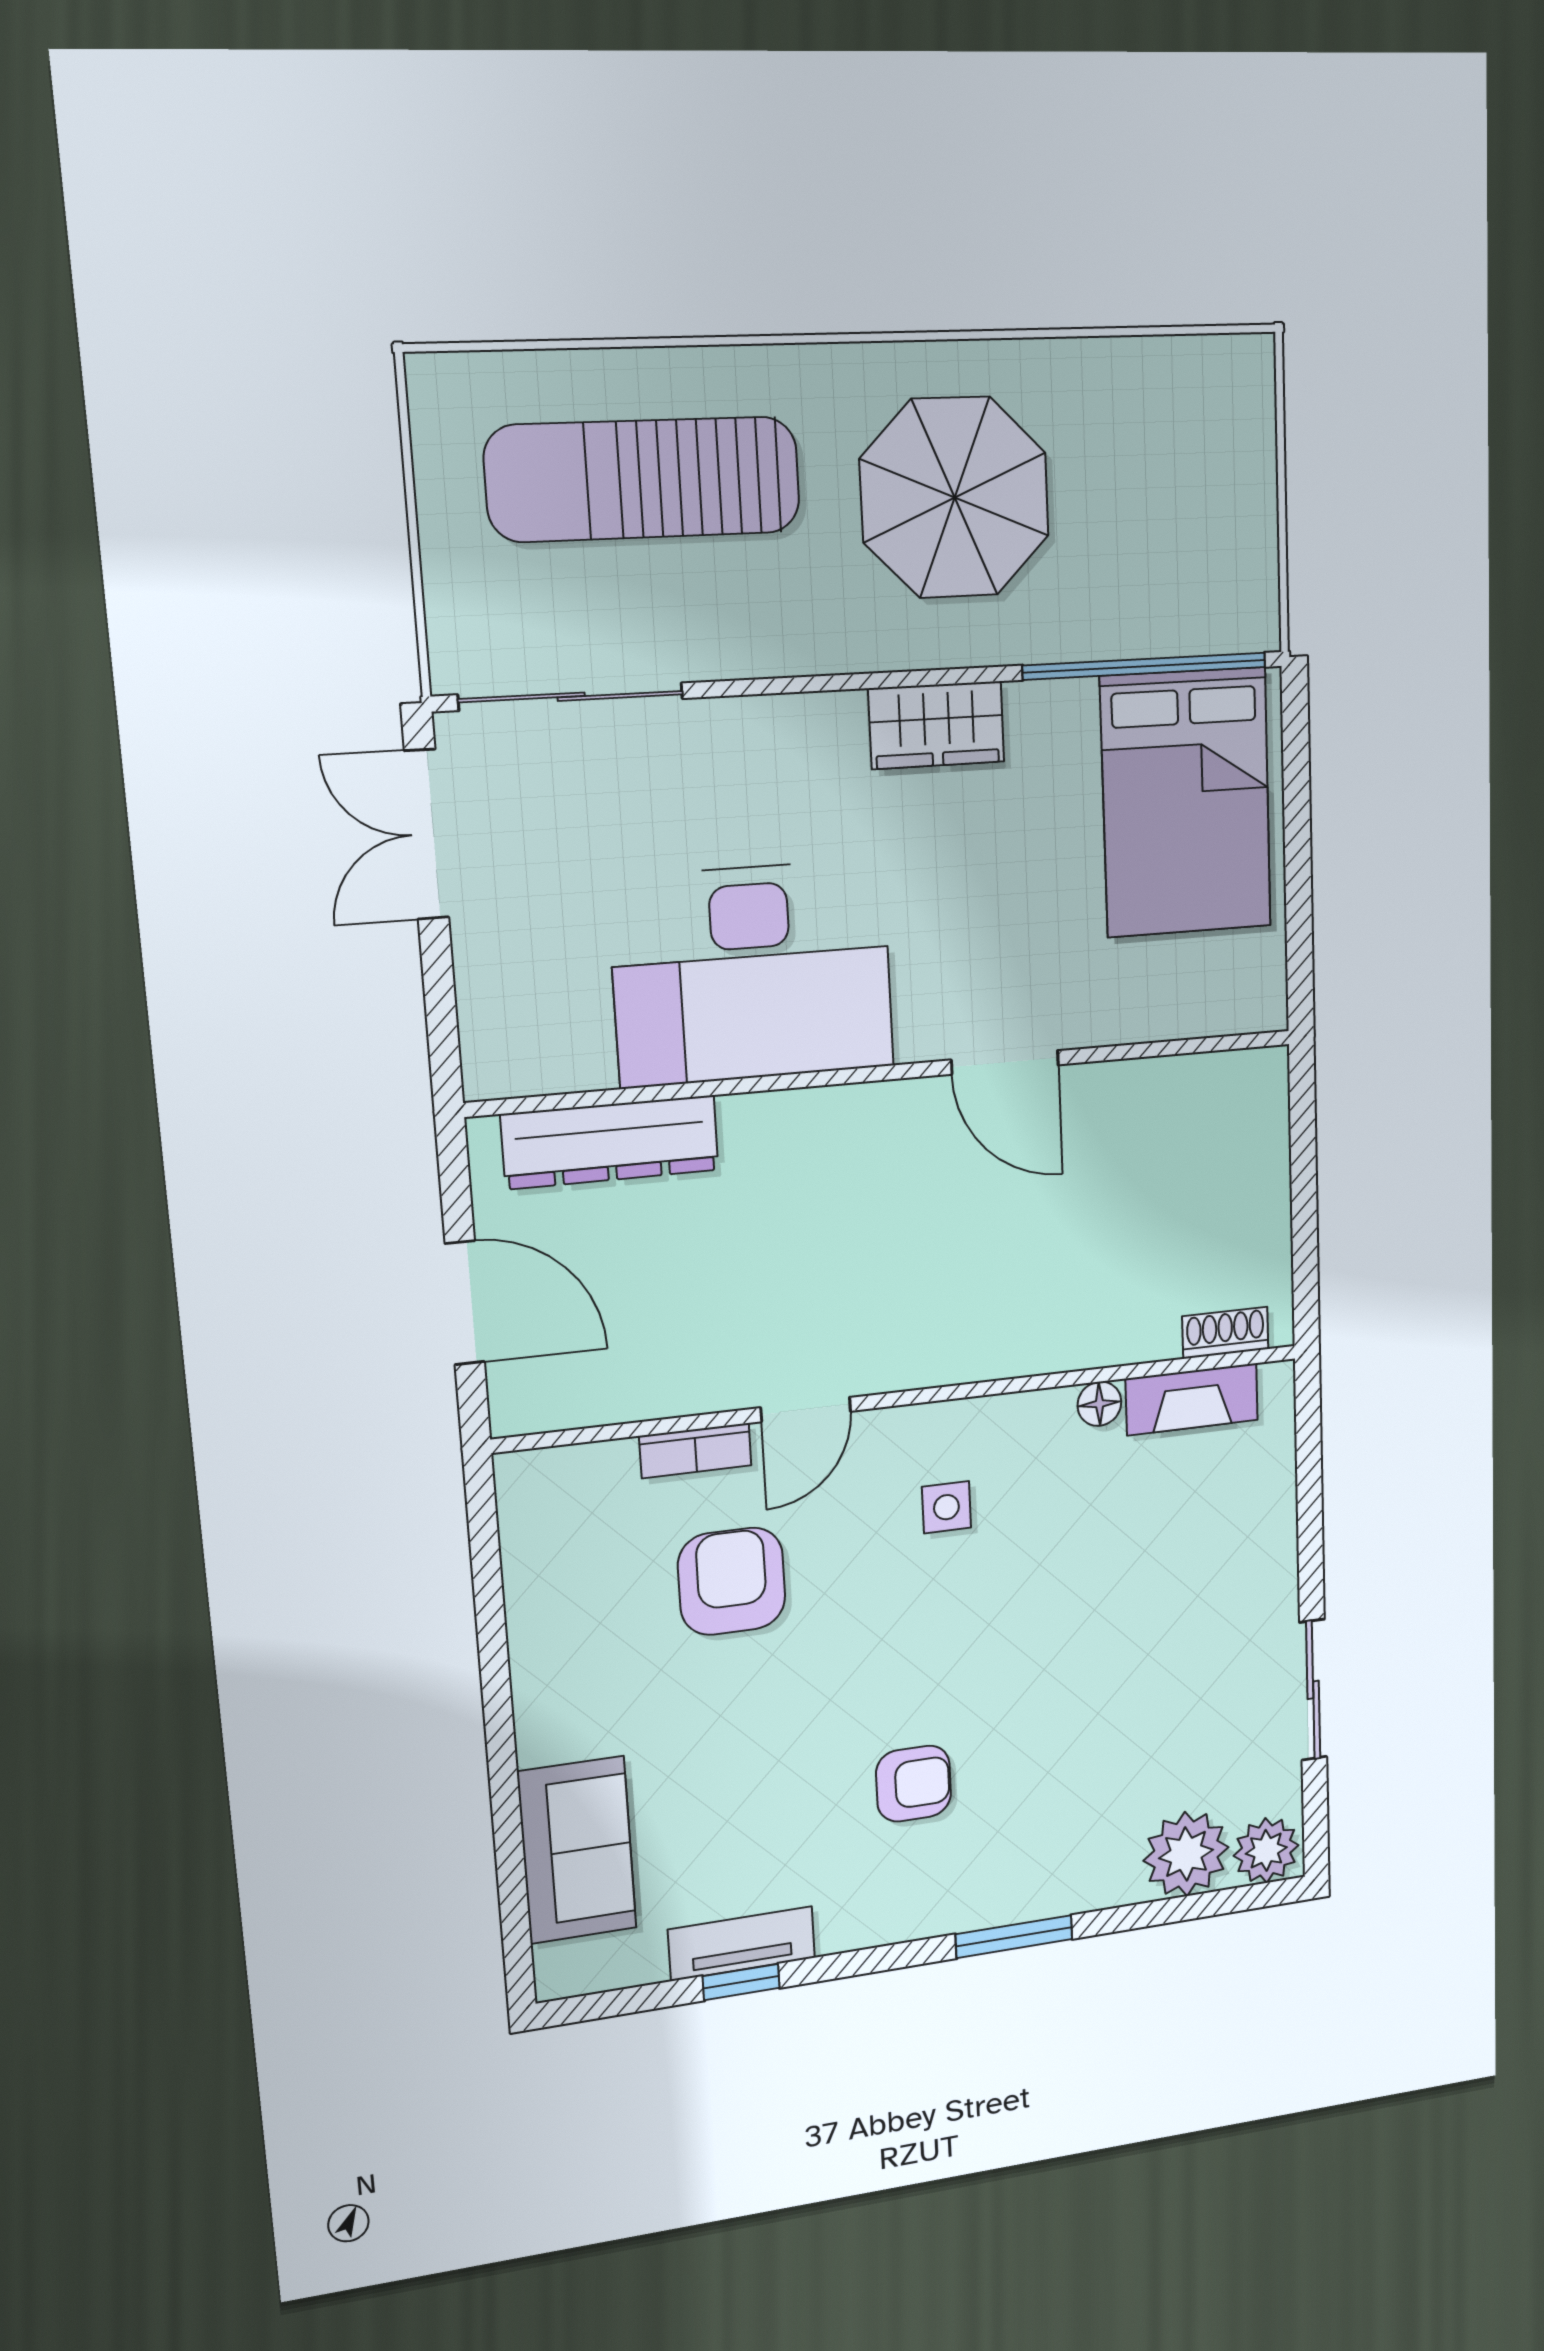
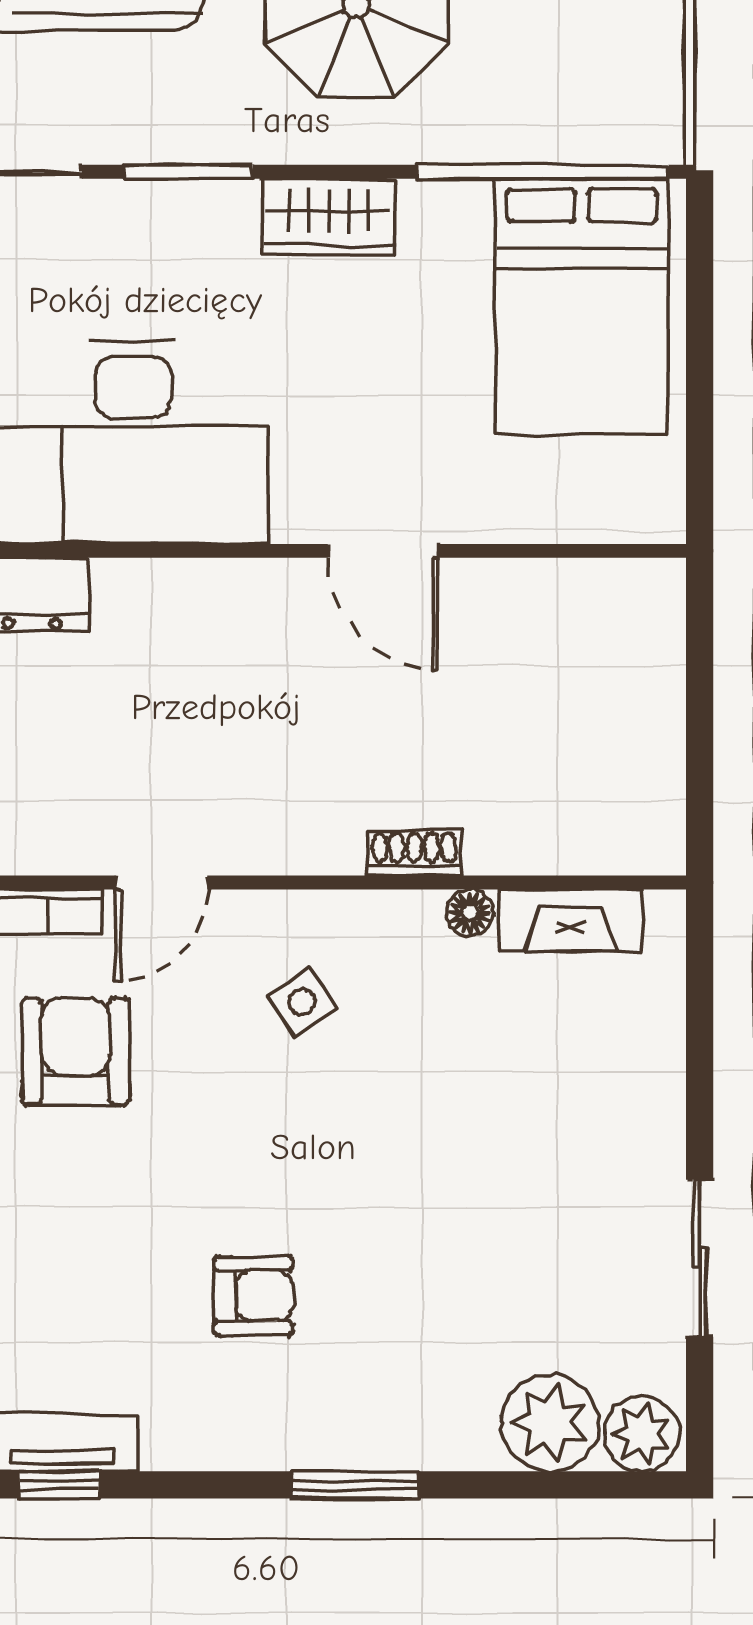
window: (793, 685) -> (188, 172), added
shoe rack: (1225, 1333) -> (414, 853), moved
side table: (946, 1507) -> (302, 1003), turned -34

